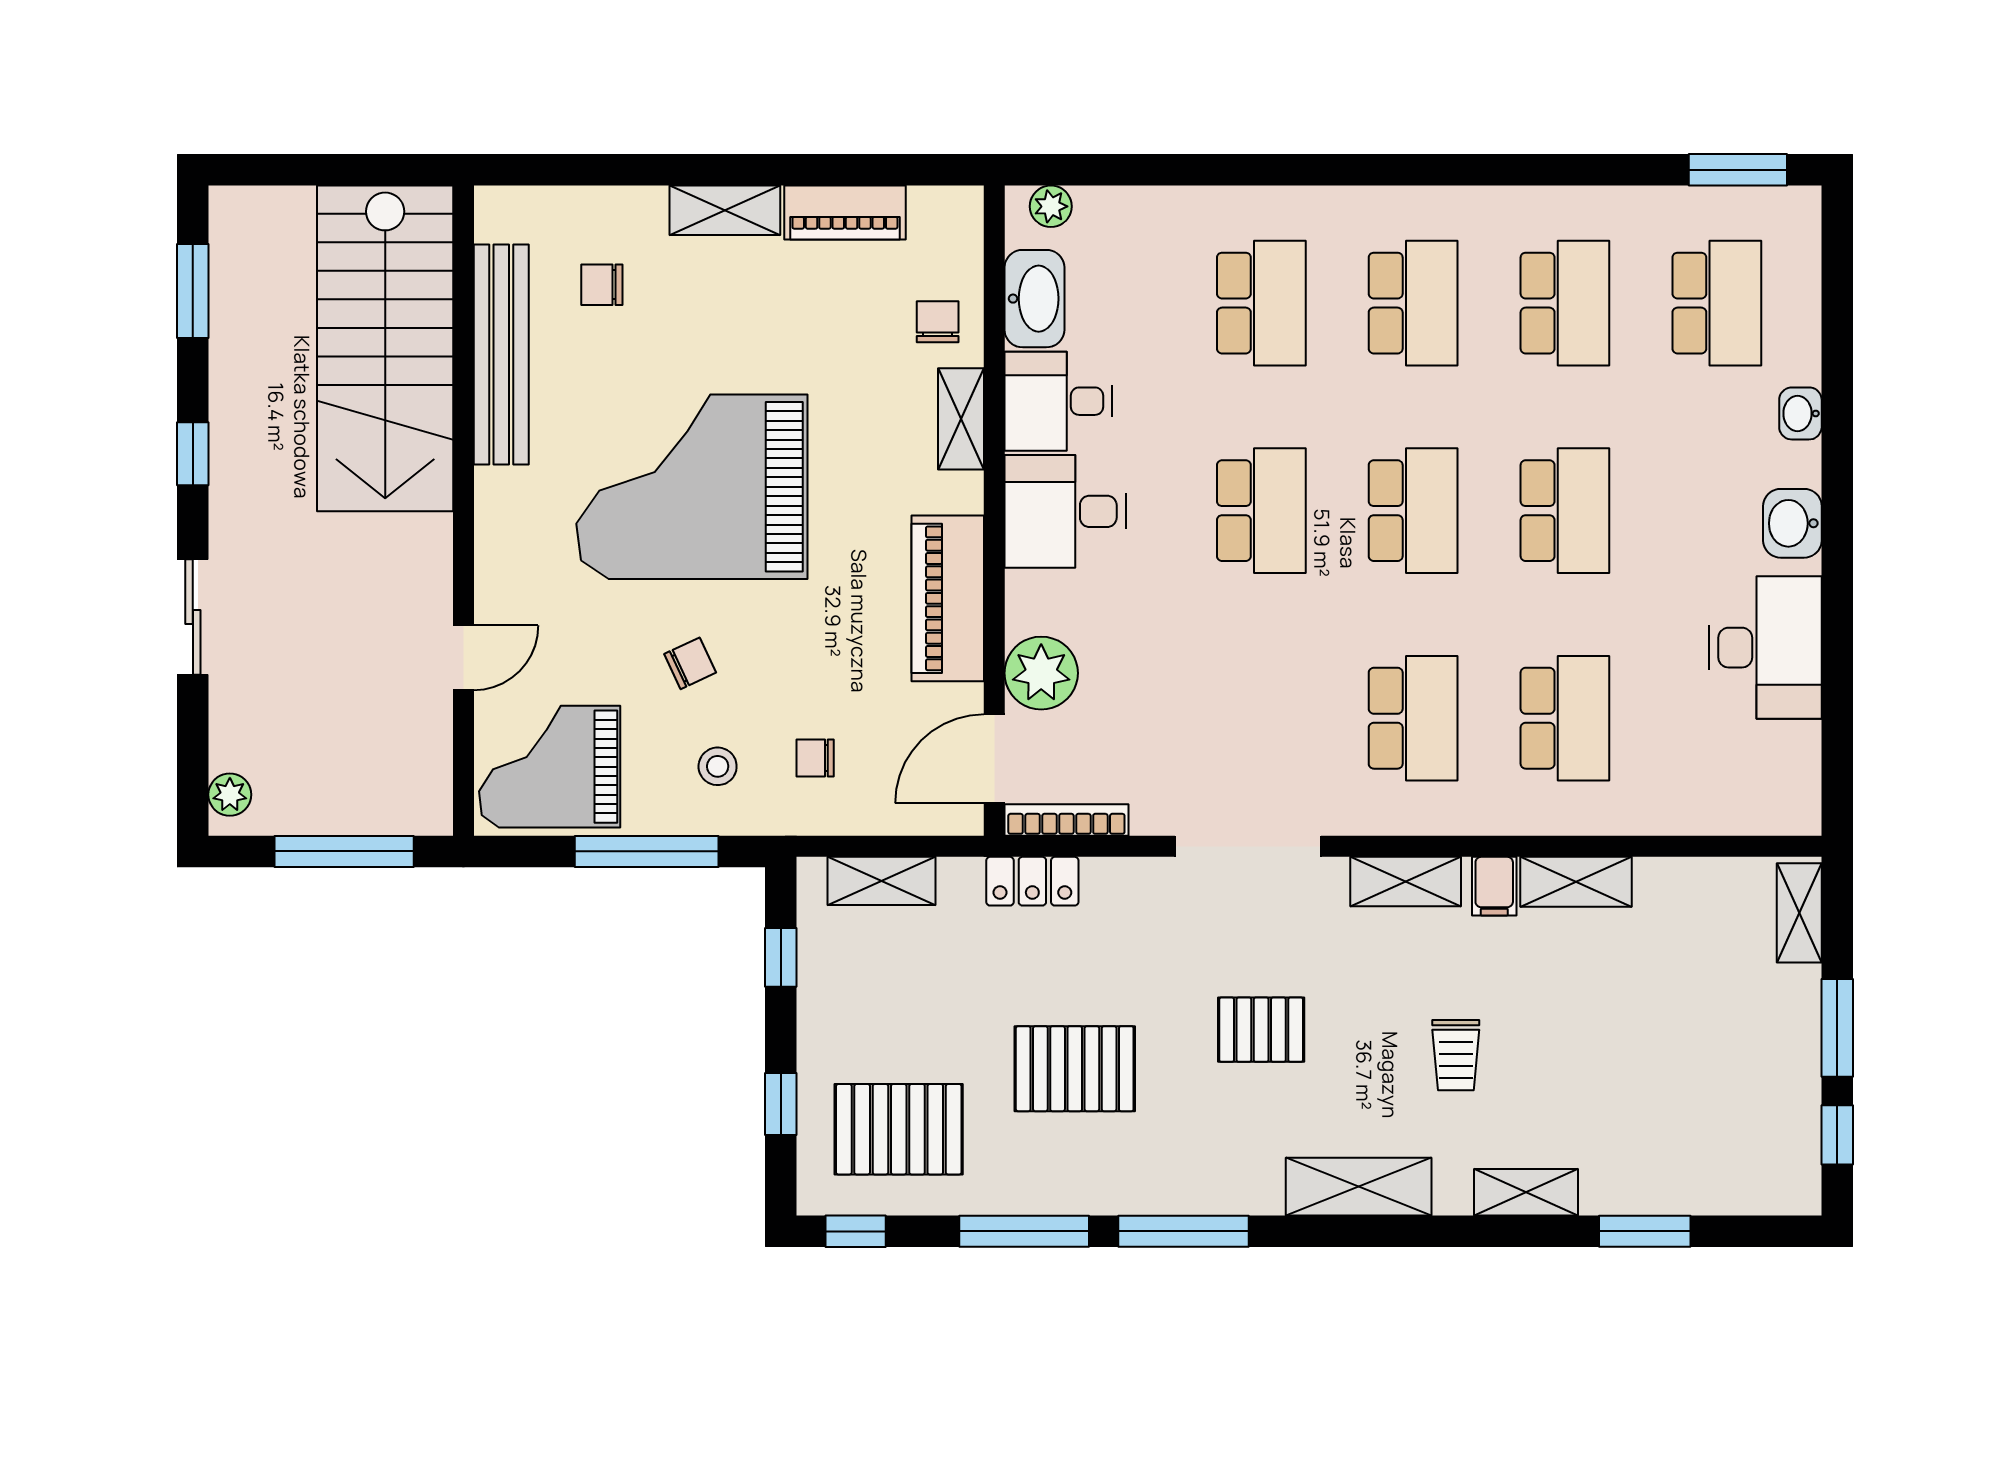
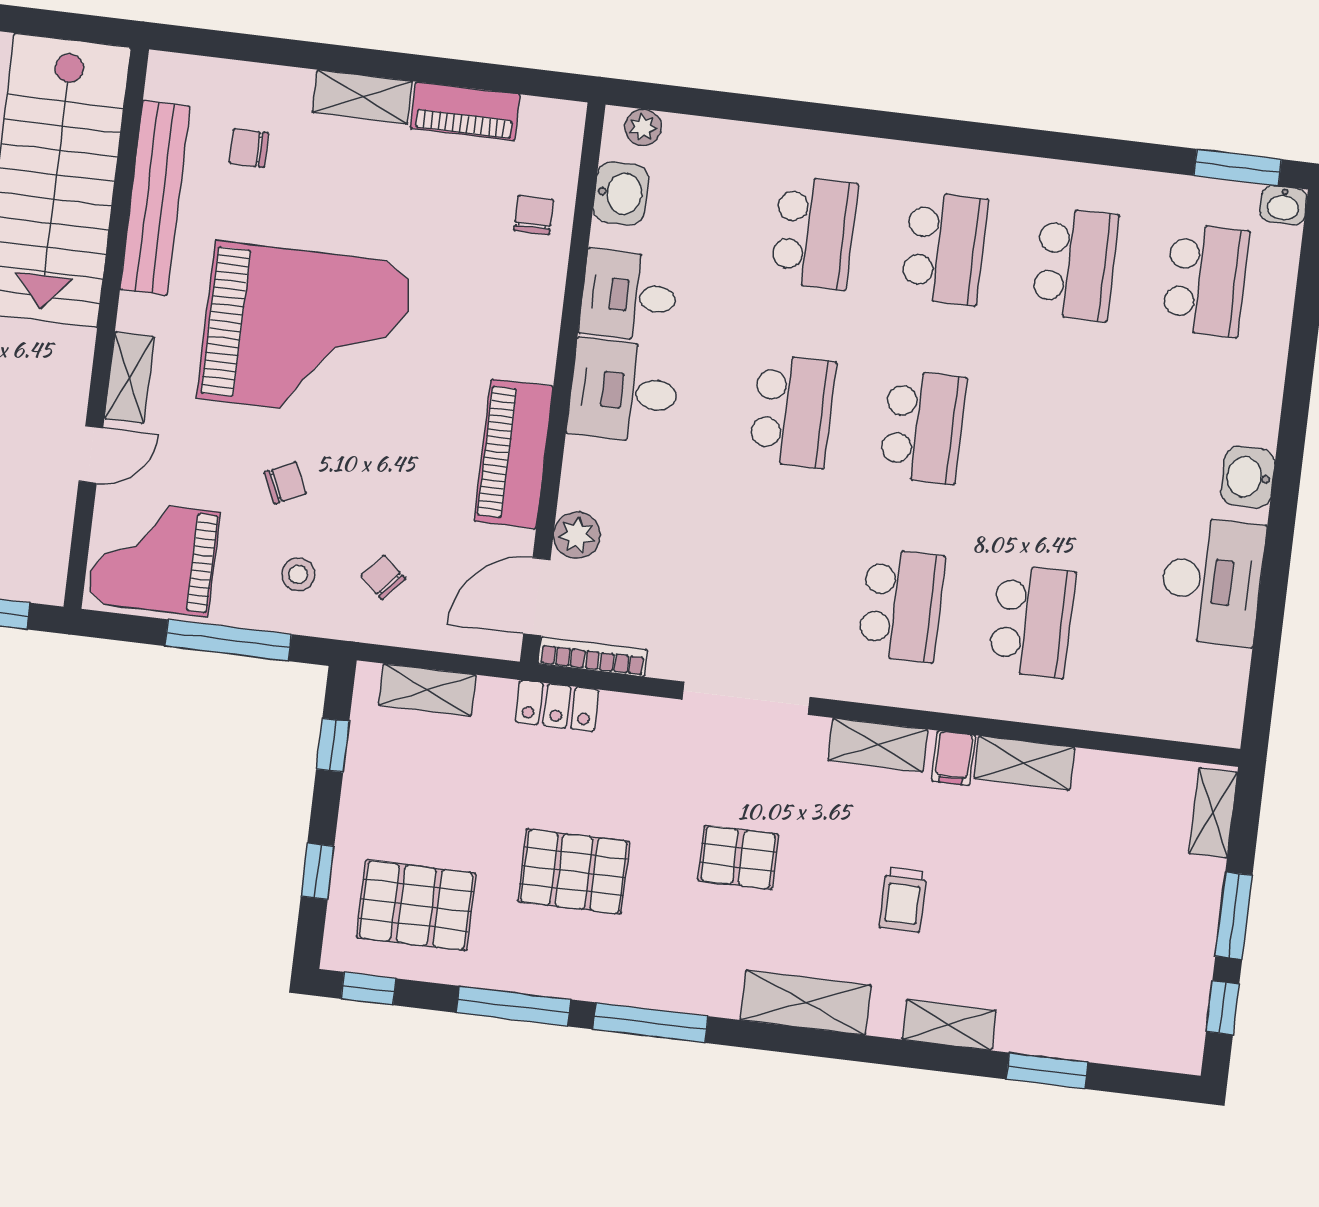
washbasin: (1034, 299) -> (621, 193), width x0.72
washbasin: (1800, 413) -> (1283, 205), moved, turned -90
shelving: (961, 419) -> (129, 378), moved
grand piano: (692, 487) -> (305, 331), turned 180
school desk: (1565, 511) -> (1053, 443), removed
plant: (1041, 673) -> (577, 535), width x0.73, depth x0.73
chair: (815, 758) -> (383, 577), turned 41

